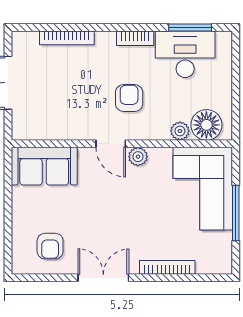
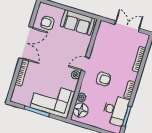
sofa: (44, 166) -> (78, 22), moved, turned -90
double door: (103, 278) -> (26, 43), width x1.37

